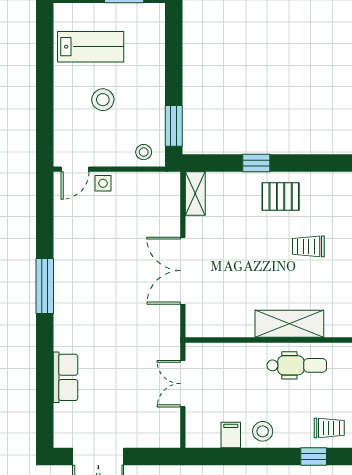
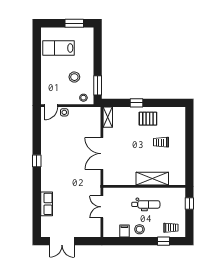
lab bench: (91, 47) -> (58, 48), turned 180
stool: (103, 100) -> (74, 77), moved
window: (45, 286) -> (37, 161), width x0.46
dental chair: (297, 365) -> (146, 204), moved

